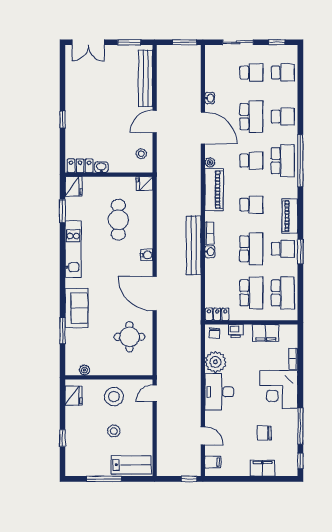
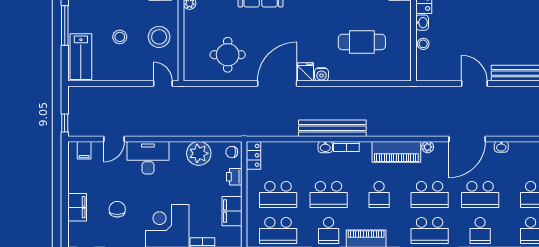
stool: (141, 154) -> (423, 44), moved
school desk: (251, 161) -> (430, 194), width x1.85
fridge: (144, 183) -> (306, 72), moved
desk: (219, 392) -> (148, 158), moved

